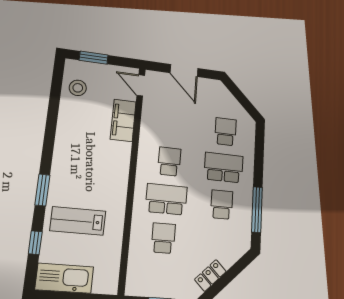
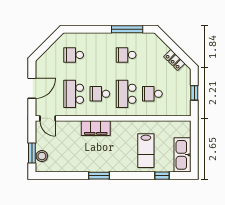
door: (141, 85) -> (48, 118), hinge flipped
stool: (78, 88) -> (42, 156), moved
filing cabinet: (123, 120) -> (96, 128), moved
school desk: (224, 168) -> (74, 94), moved
window: (42, 190) -> (99, 176), moved

